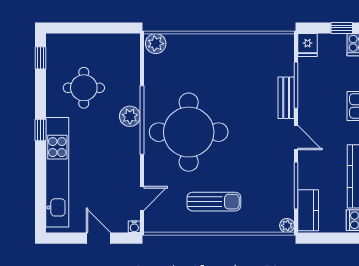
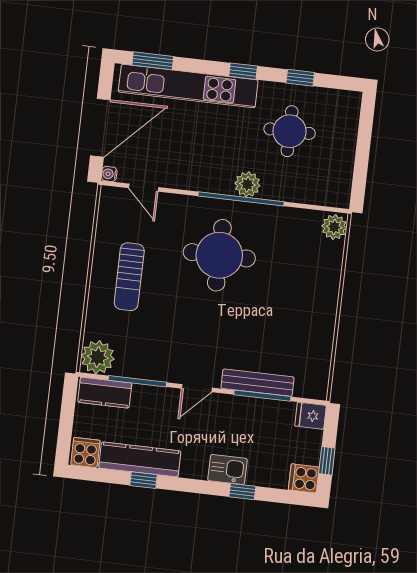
window: (41, 58) -> (300, 78), moved
bench: (286, 98) -> (258, 383), width x1.36
round table: (189, 132) -> (219, 255), width x0.73, depth x0.73
window: (41, 203) -> (153, 61), added
plant: (287, 226) -> (98, 357), width x1.88, depth x1.88
door: (98, 238) -> (100, 128), width x1.87

